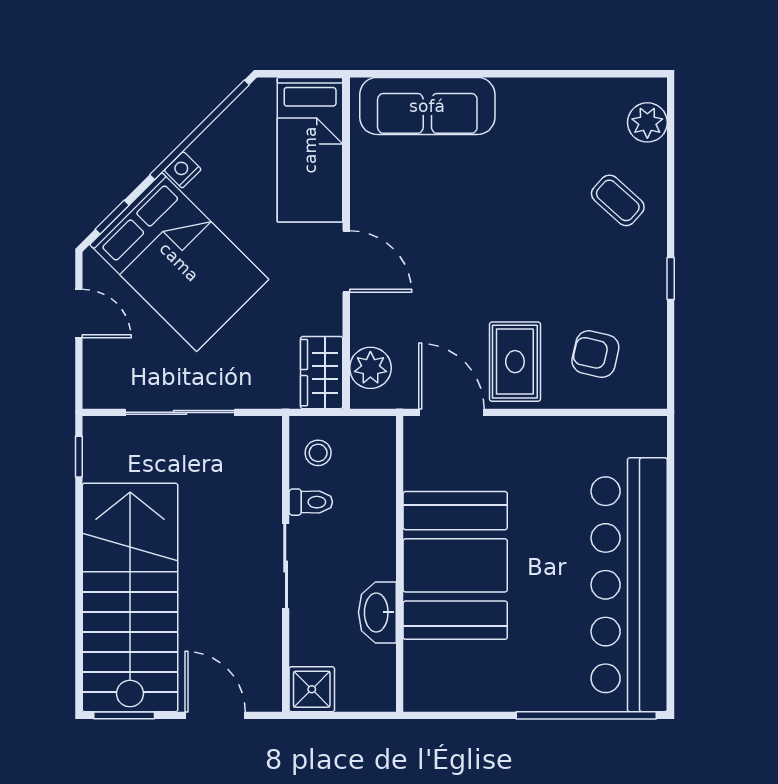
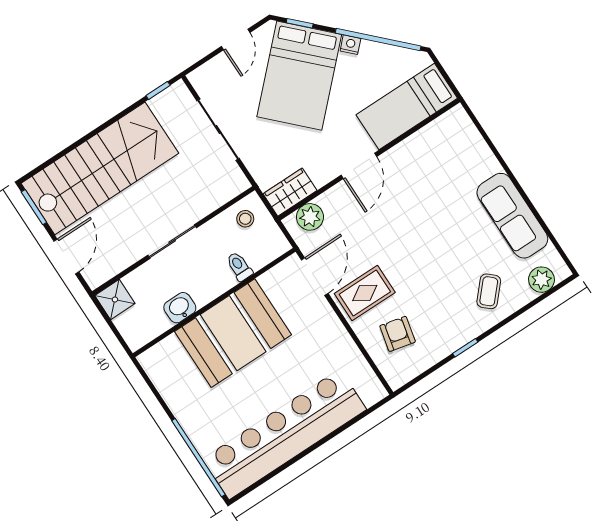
sofa: (427, 106) -> (512, 216), moved
toilet: (311, 502) -> (239, 266), moved, turned 180
washbasin: (377, 612) -> (180, 308), width x0.72

